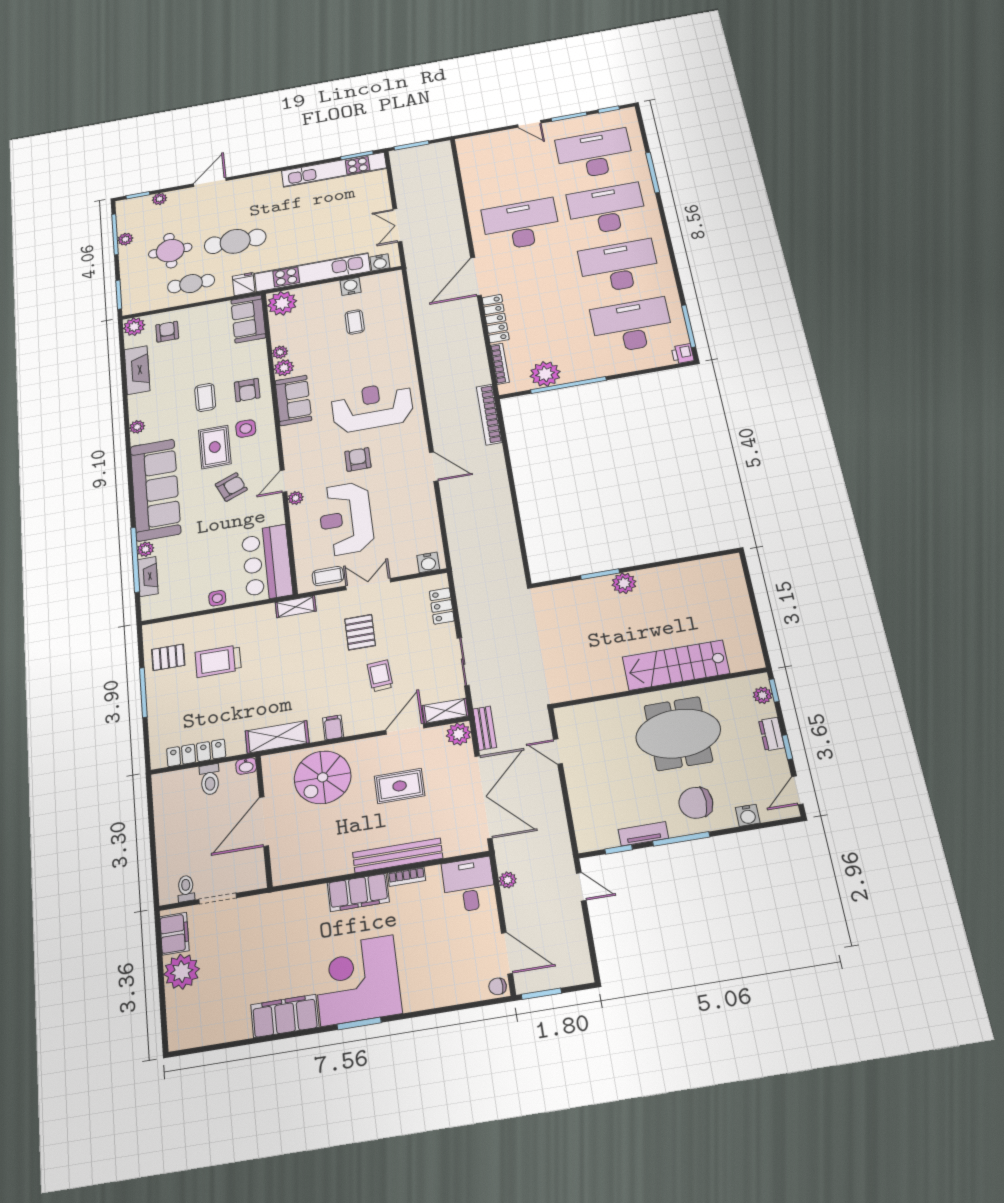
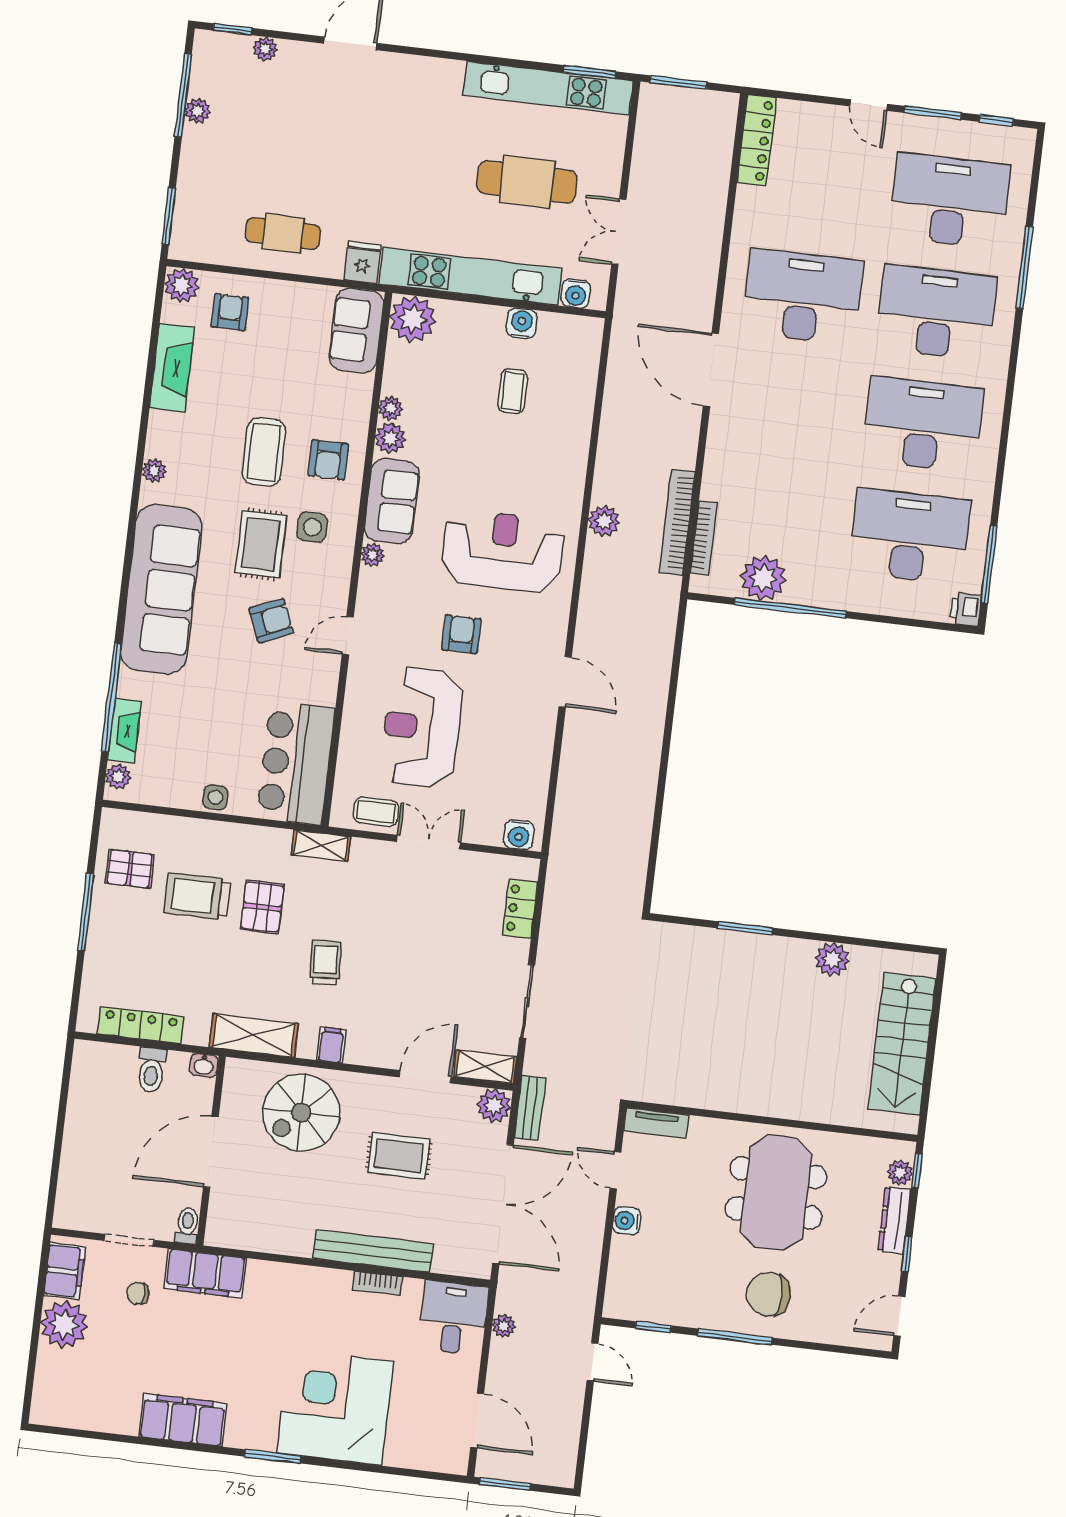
cafe table: (235, 241) -> (527, 182), moved
round table: (170, 251) -> (263, 158), removed
door: (476, 276) -> (711, 370), hinge flipped
locker: (496, 319) -> (757, 140), moved
plant: (433, 373) -> (604, 521), added
coffee table: (205, 397) -> (264, 452), width x1.36, depth x1.30
bookcase: (489, 414) -> (677, 522), moved
plant: (296, 498) -> (373, 555), moved
plant: (145, 549) -> (118, 777), moved
plant: (624, 583) -> (832, 959), moved
pallet: (360, 632) -> (262, 907), moved
stairs: (676, 665) -> (902, 1044), moved, turned -90
trolley: (380, 676) -> (325, 963), moved
meeting table: (678, 734) -> (776, 1193), turned 90
dresser: (771, 734) -> (894, 1220), width x1.44
water cooler: (748, 815) -> (627, 1221), moved, turned 90
tv unit: (643, 834) -> (656, 1123), moved, turned 180
toilet: (186, 888) -> (187, 1226), moved
filing cabinet: (358, 893) -> (205, 1273), moved
corner desk: (357, 980) -> (335, 1407), moved
chair: (498, 986) -> (138, 1293), moved

